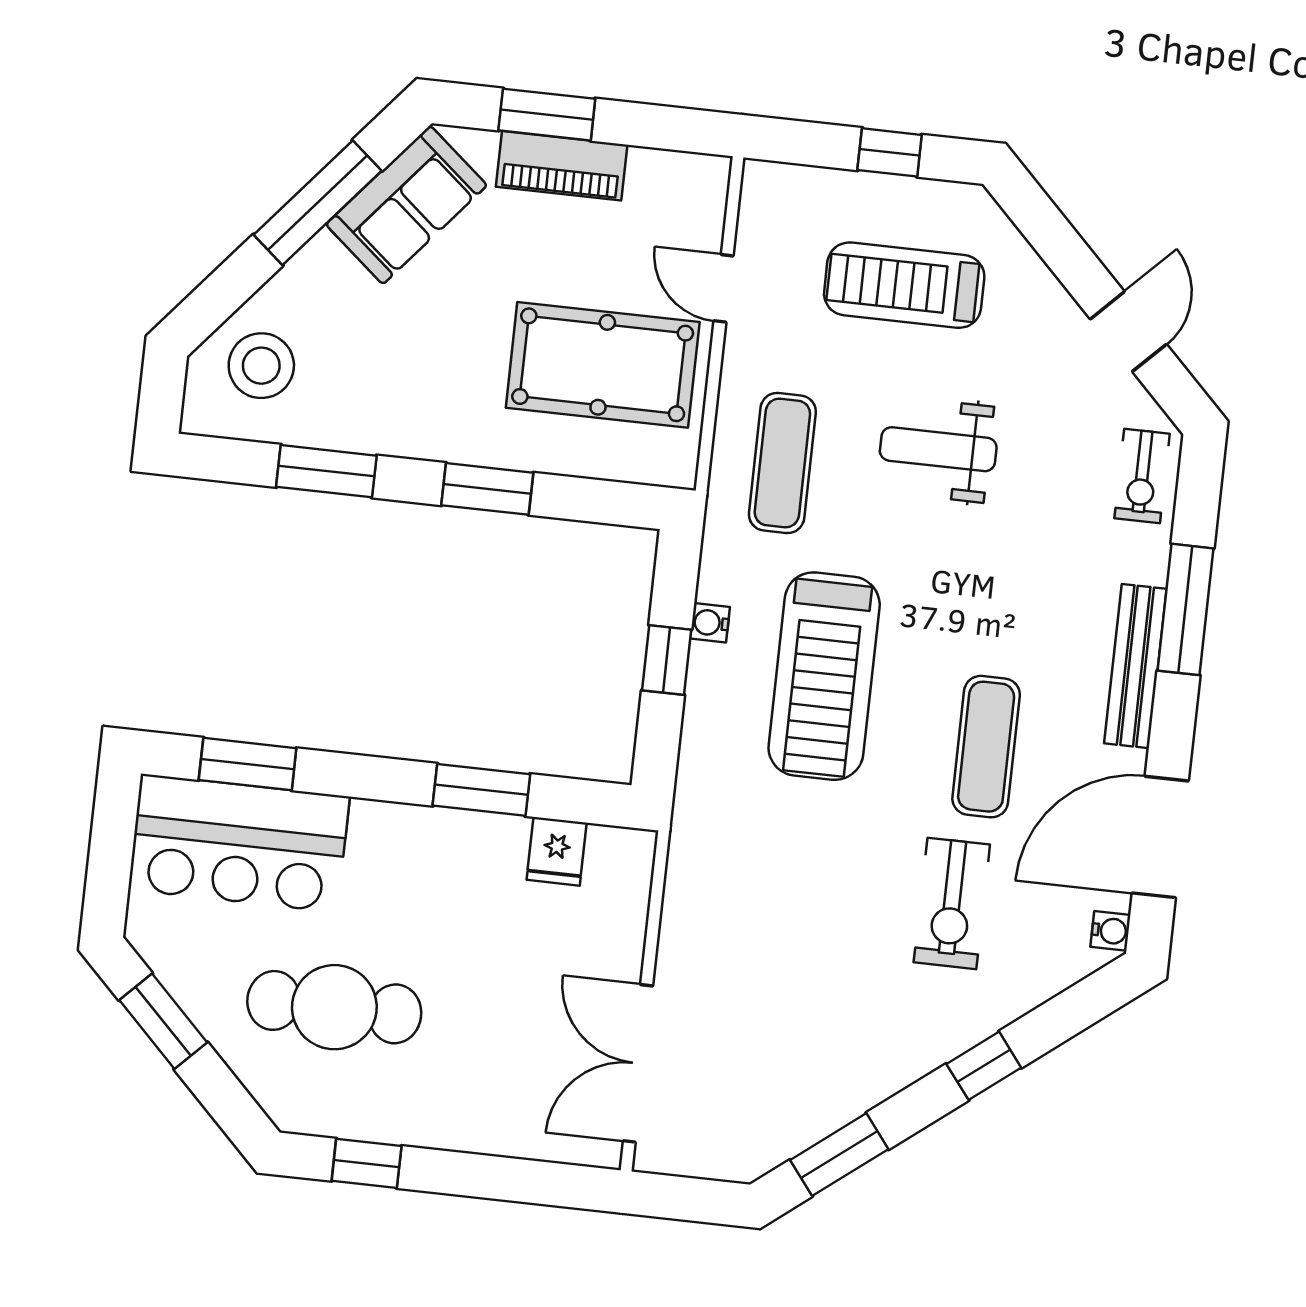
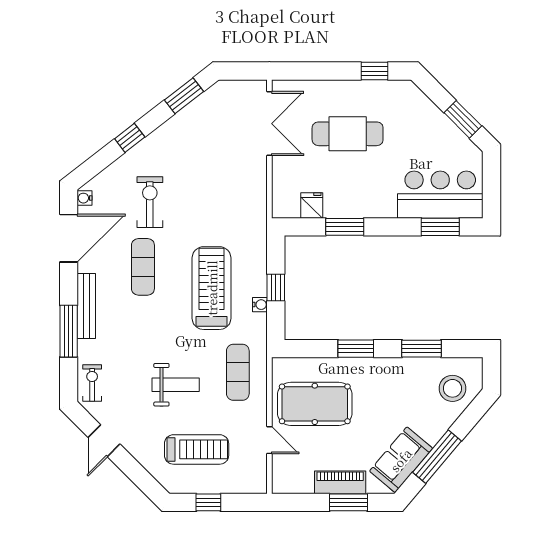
cafe table: (334, 1007) -> (348, 134), moved

